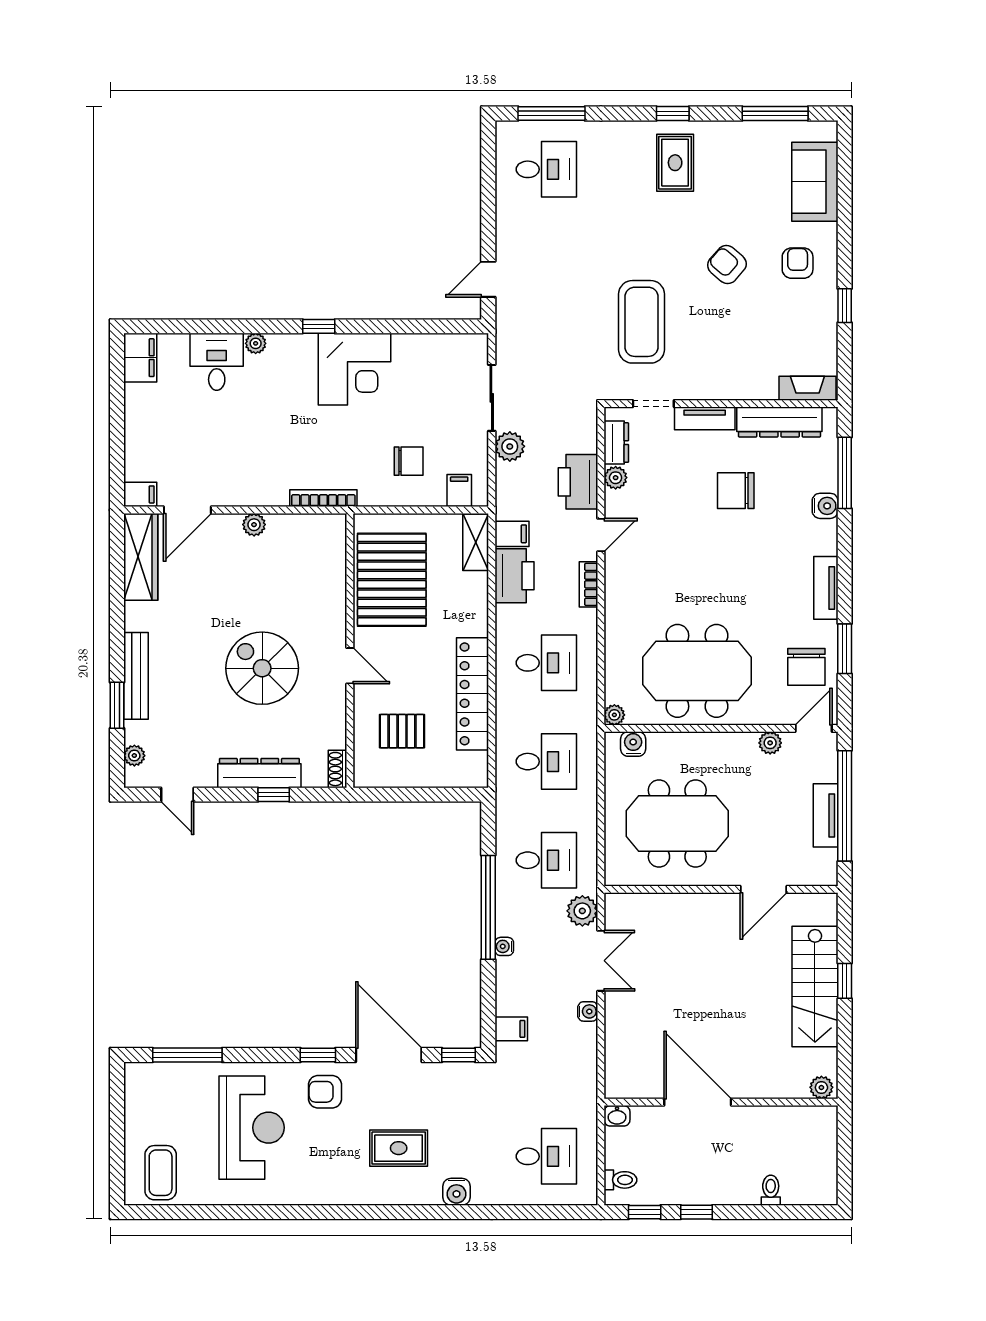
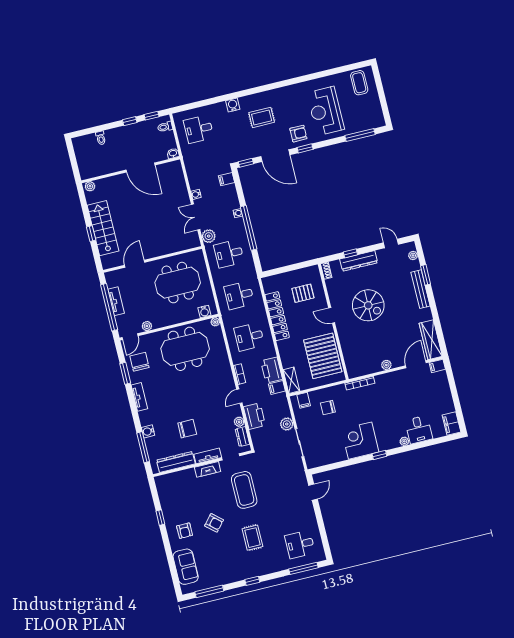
rug: (675, 163) -> (252, 538), moved
fireplace: (807, 388) -> (208, 469), moved

